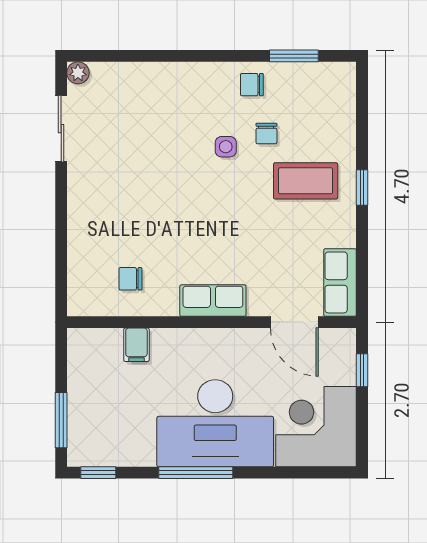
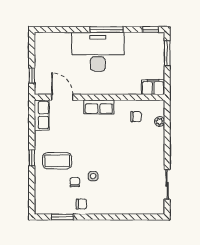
plant: (78, 73) -> (160, 122), moved
filing cabinet: (136, 345) -> (153, 87), moved, width x2.00
corner desk: (316, 427) -> (52, 50), removed

